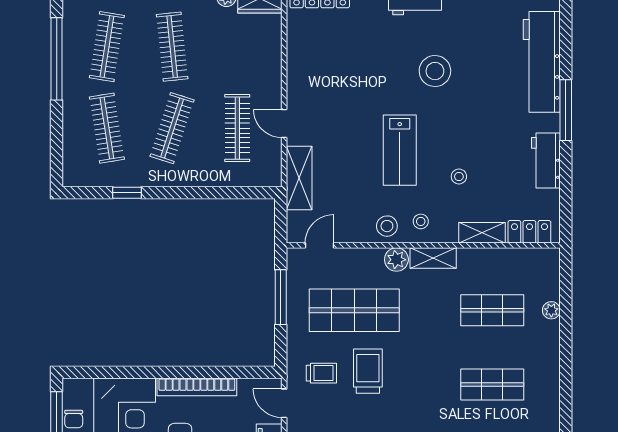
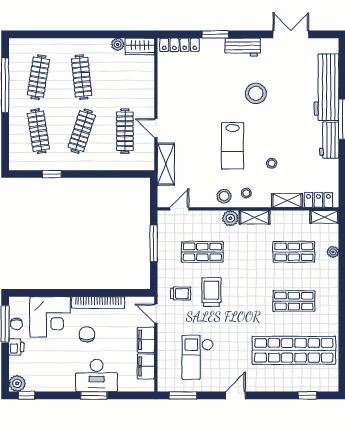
workbench: (546, 161) -> (329, 140), moved
shelving: (538, 257) -> (324, 217), added
shop shelf: (354, 310) -> (202, 252), width x0.70, depth x0.74

